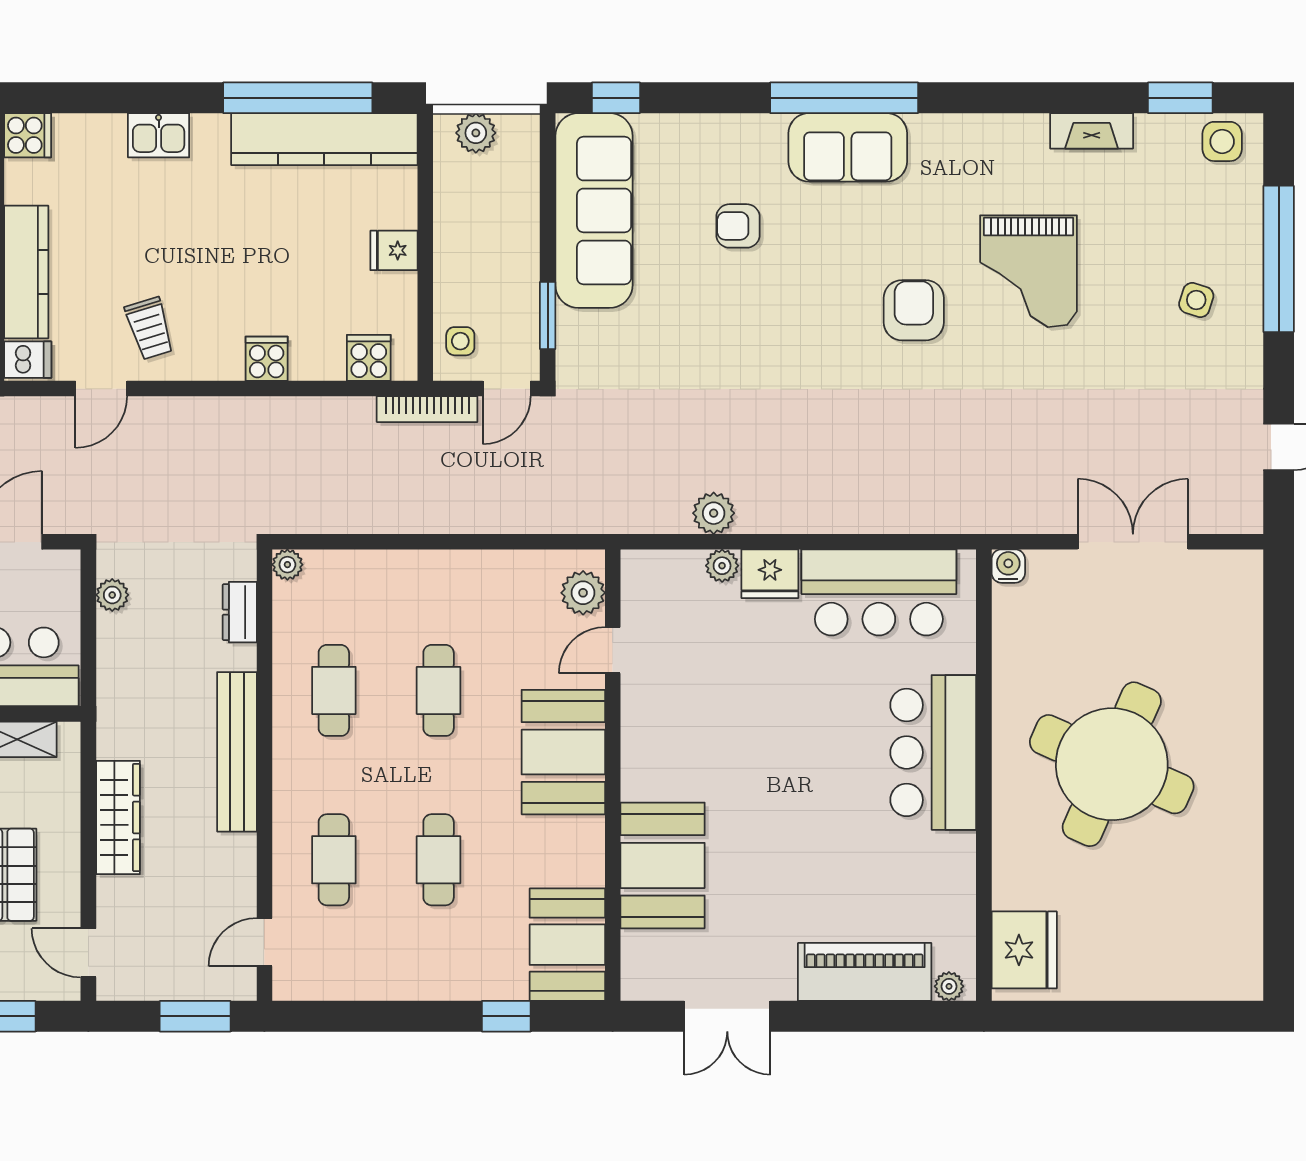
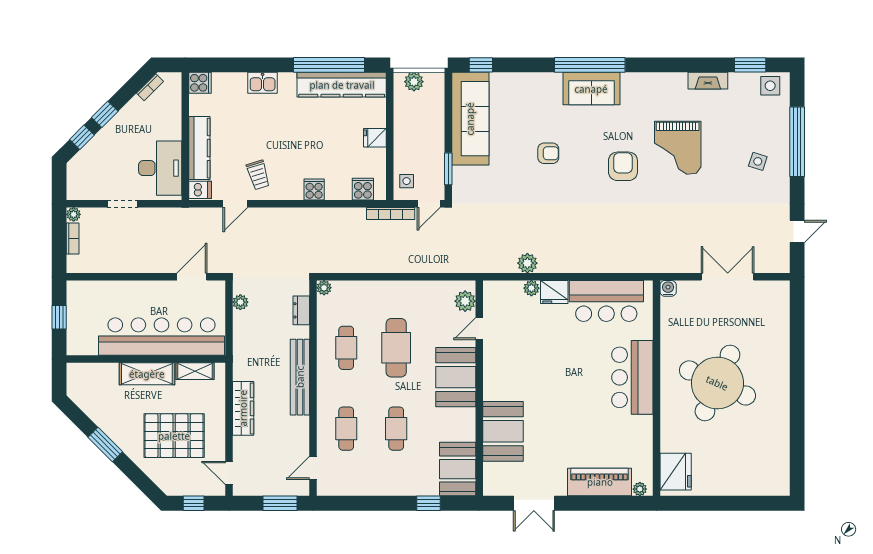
armchair: (738, 226) -> (548, 153), moved, turned 180
cafe table: (439, 690) -> (396, 348), width x1.37, depth x1.35

